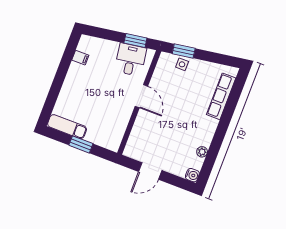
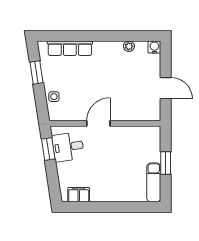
window: (184, 51) -> (36, 72), moved
filing cabinet: (80, 58) -> (79, 195), width x2.00

